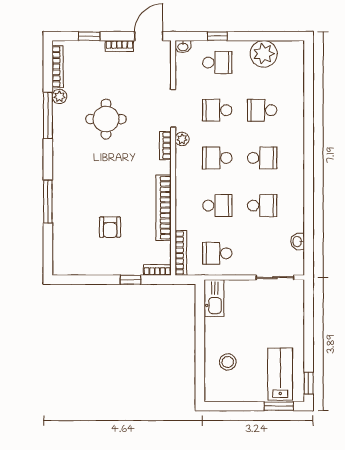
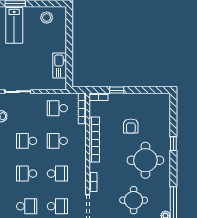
plant: (182, 139) -> (81, 186), removed
round table: (89, 177) -> (145, 160), added
window: (48, 202) -> (173, 144), width x0.46
armchair: (110, 227) -> (131, 126), turned 180
school desk: (217, 253) -> (57, 108), turned 180
kitchen sink: (214, 298) -> (60, 66), moved
stool: (228, 362) -> (47, 18), moved

